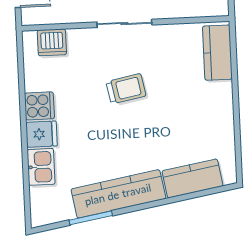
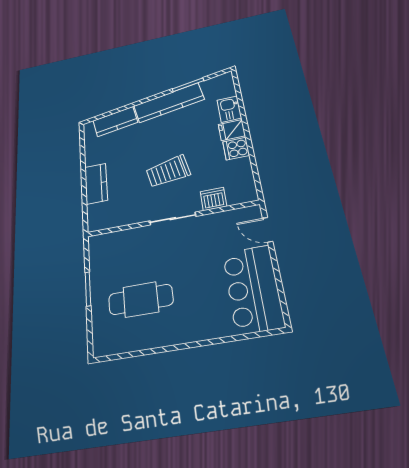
dishwasher: (52, 42) -> (213, 199), moved
kitchen counter: (217, 53) -> (96, 184), moved
trolley: (126, 89) -> (168, 171), width x1.36, depth x1.39

